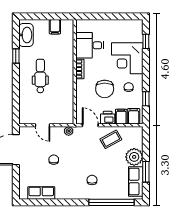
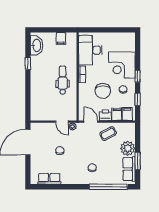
window: (146, 41) -> (138, 76), moved
desk: (90, 45) -> (90, 50), width x1.37
dental chair: (40, 76) -> (63, 80), moved
door: (43, 125) -> (62, 122), moved

